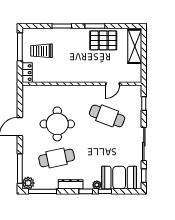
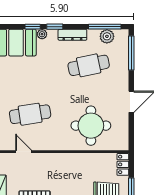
door: (113, 84) -> (24, 152), hinge flipped
cafe table: (107, 116) -> (30, 114), turned -30
round table: (57, 124) -> (91, 126), moved
plant: (28, 183) -> (107, 36), moved

